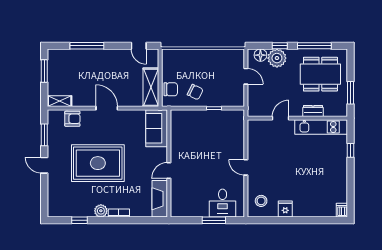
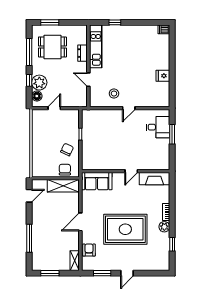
dining table: (320, 74) -> (52, 47), width x0.73
window: (351, 93) -> (50, 22), moved
rug: (98, 163) -> (125, 229), turned 90
door: (169, 170) -> (131, 171), hinge flipped
stool: (261, 201) -> (114, 94), moved

